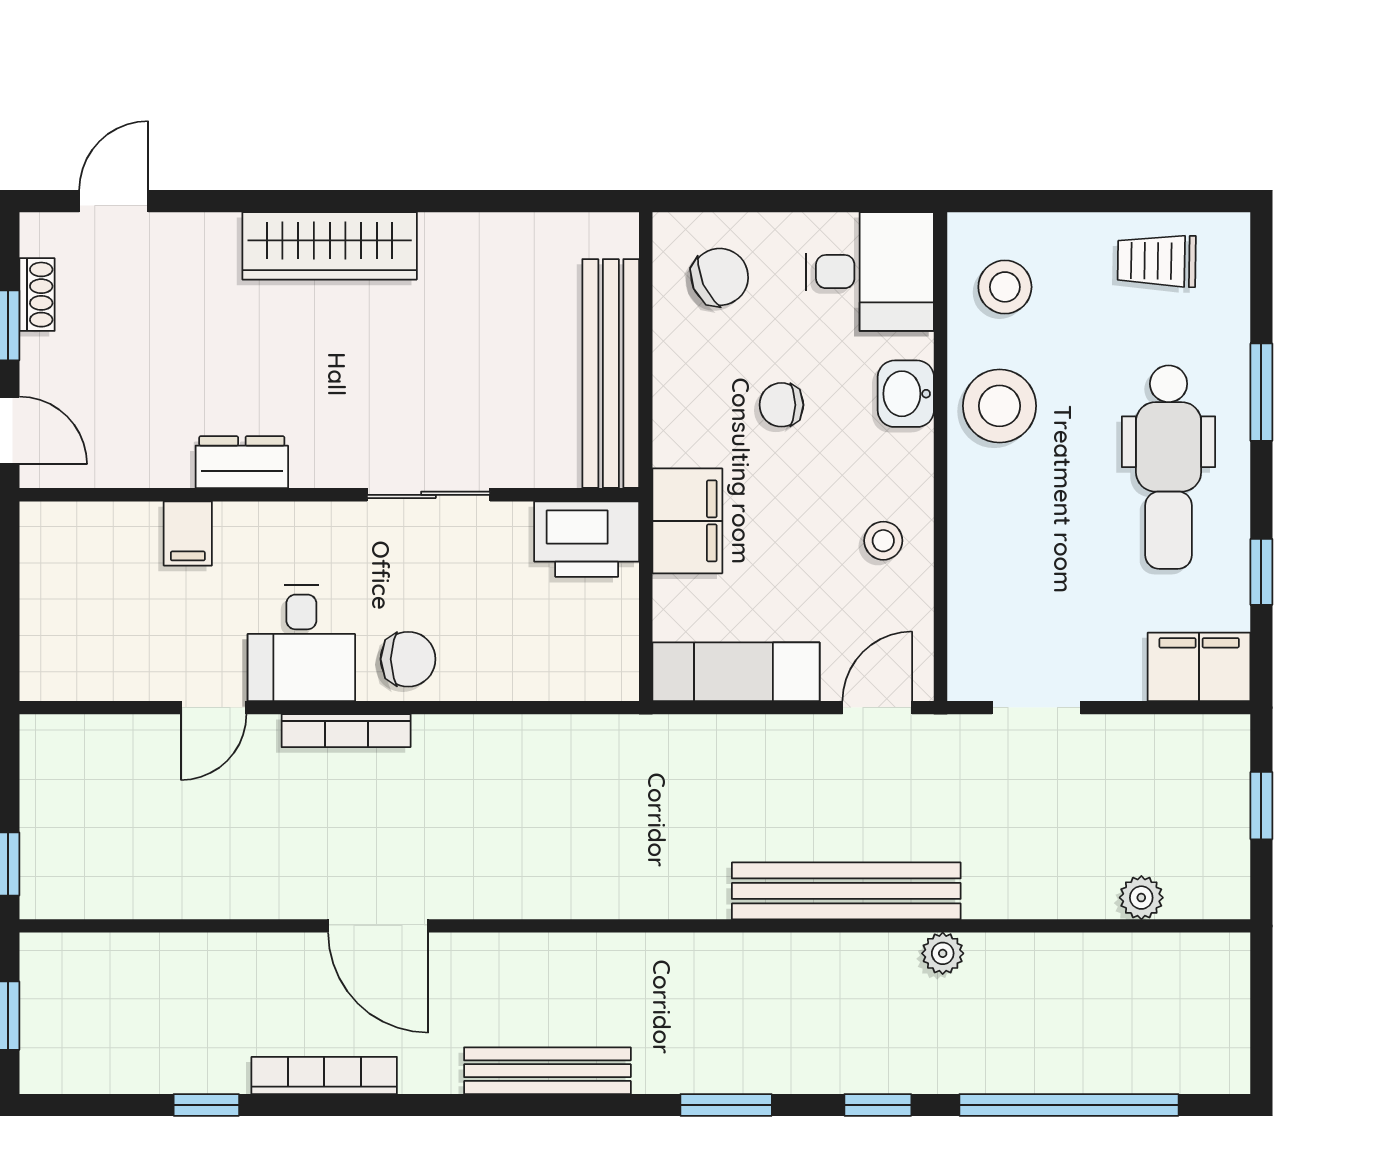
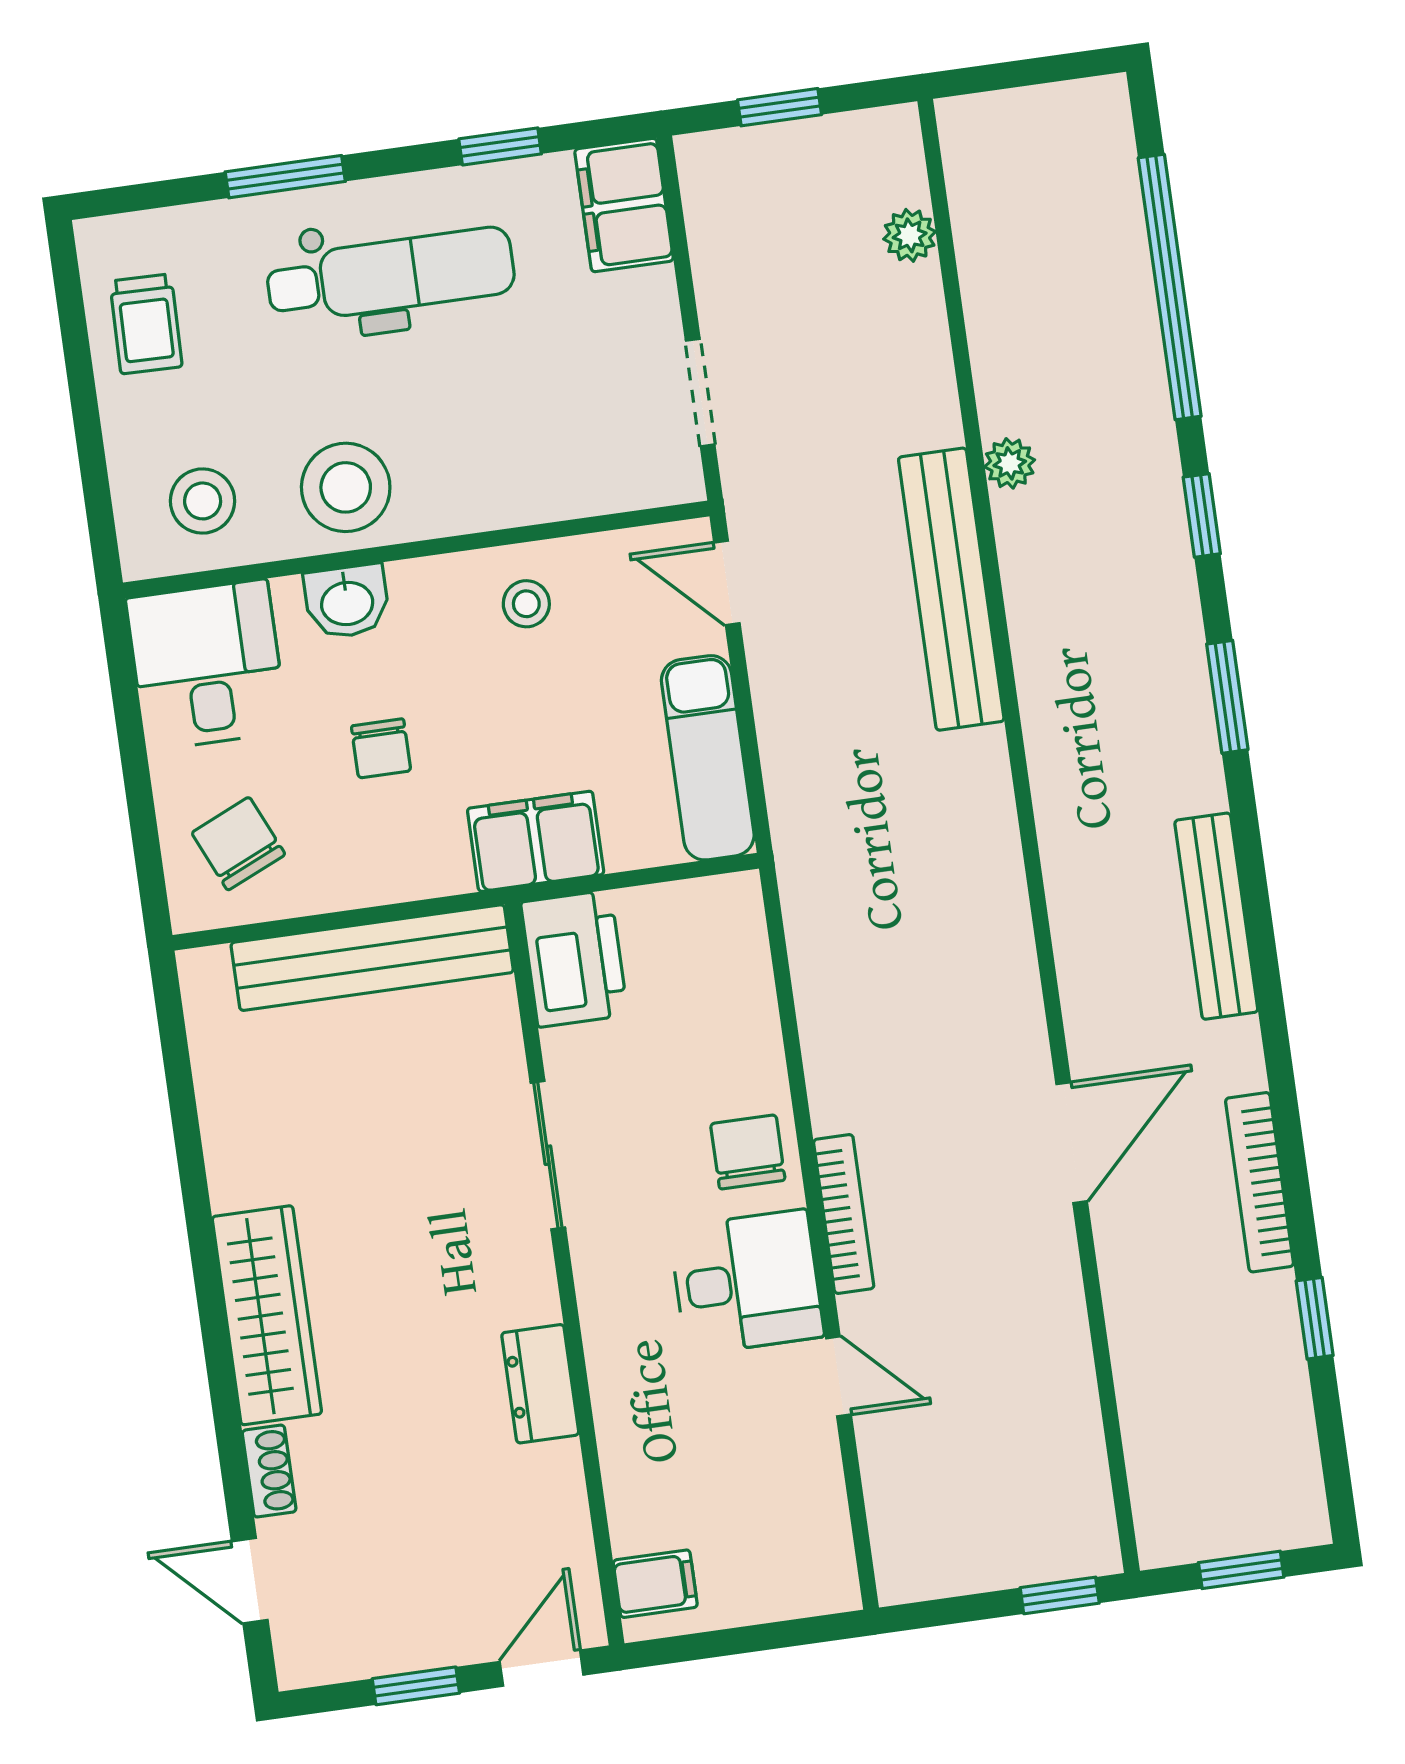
shoe rack: (37, 295) -> (269, 1471), moved, turned 90
filing cabinet: (188, 533) -> (655, 1584), moved

